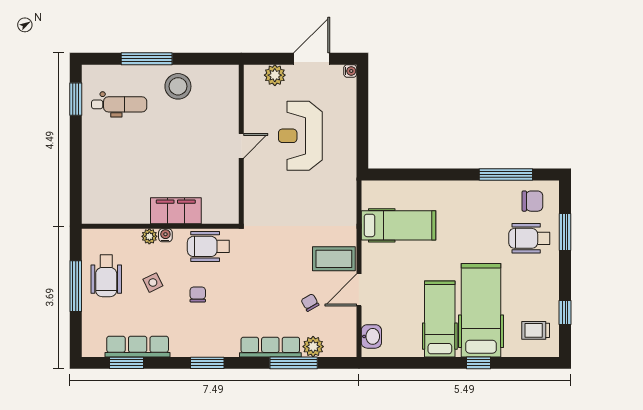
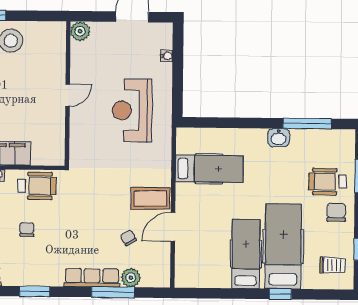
water cooler: (350, 71) -> (167, 56), moved
plant: (275, 75) -> (80, 31), moved
reception desk: (300, 136) -> (132, 111), moved
chair: (532, 201) -> (336, 212), moved, turned -90
wheelchair: (208, 246) -> (37, 186), turned 180
trolley: (536, 330) -> (333, 265), turned 180
washbasin: (371, 336) -> (279, 138), moved, turned 90

